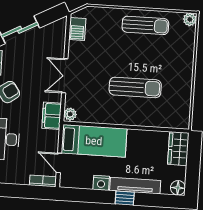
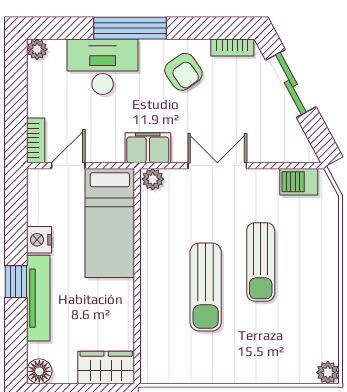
sun lounger: (145, 25) -> (261, 262), moved

